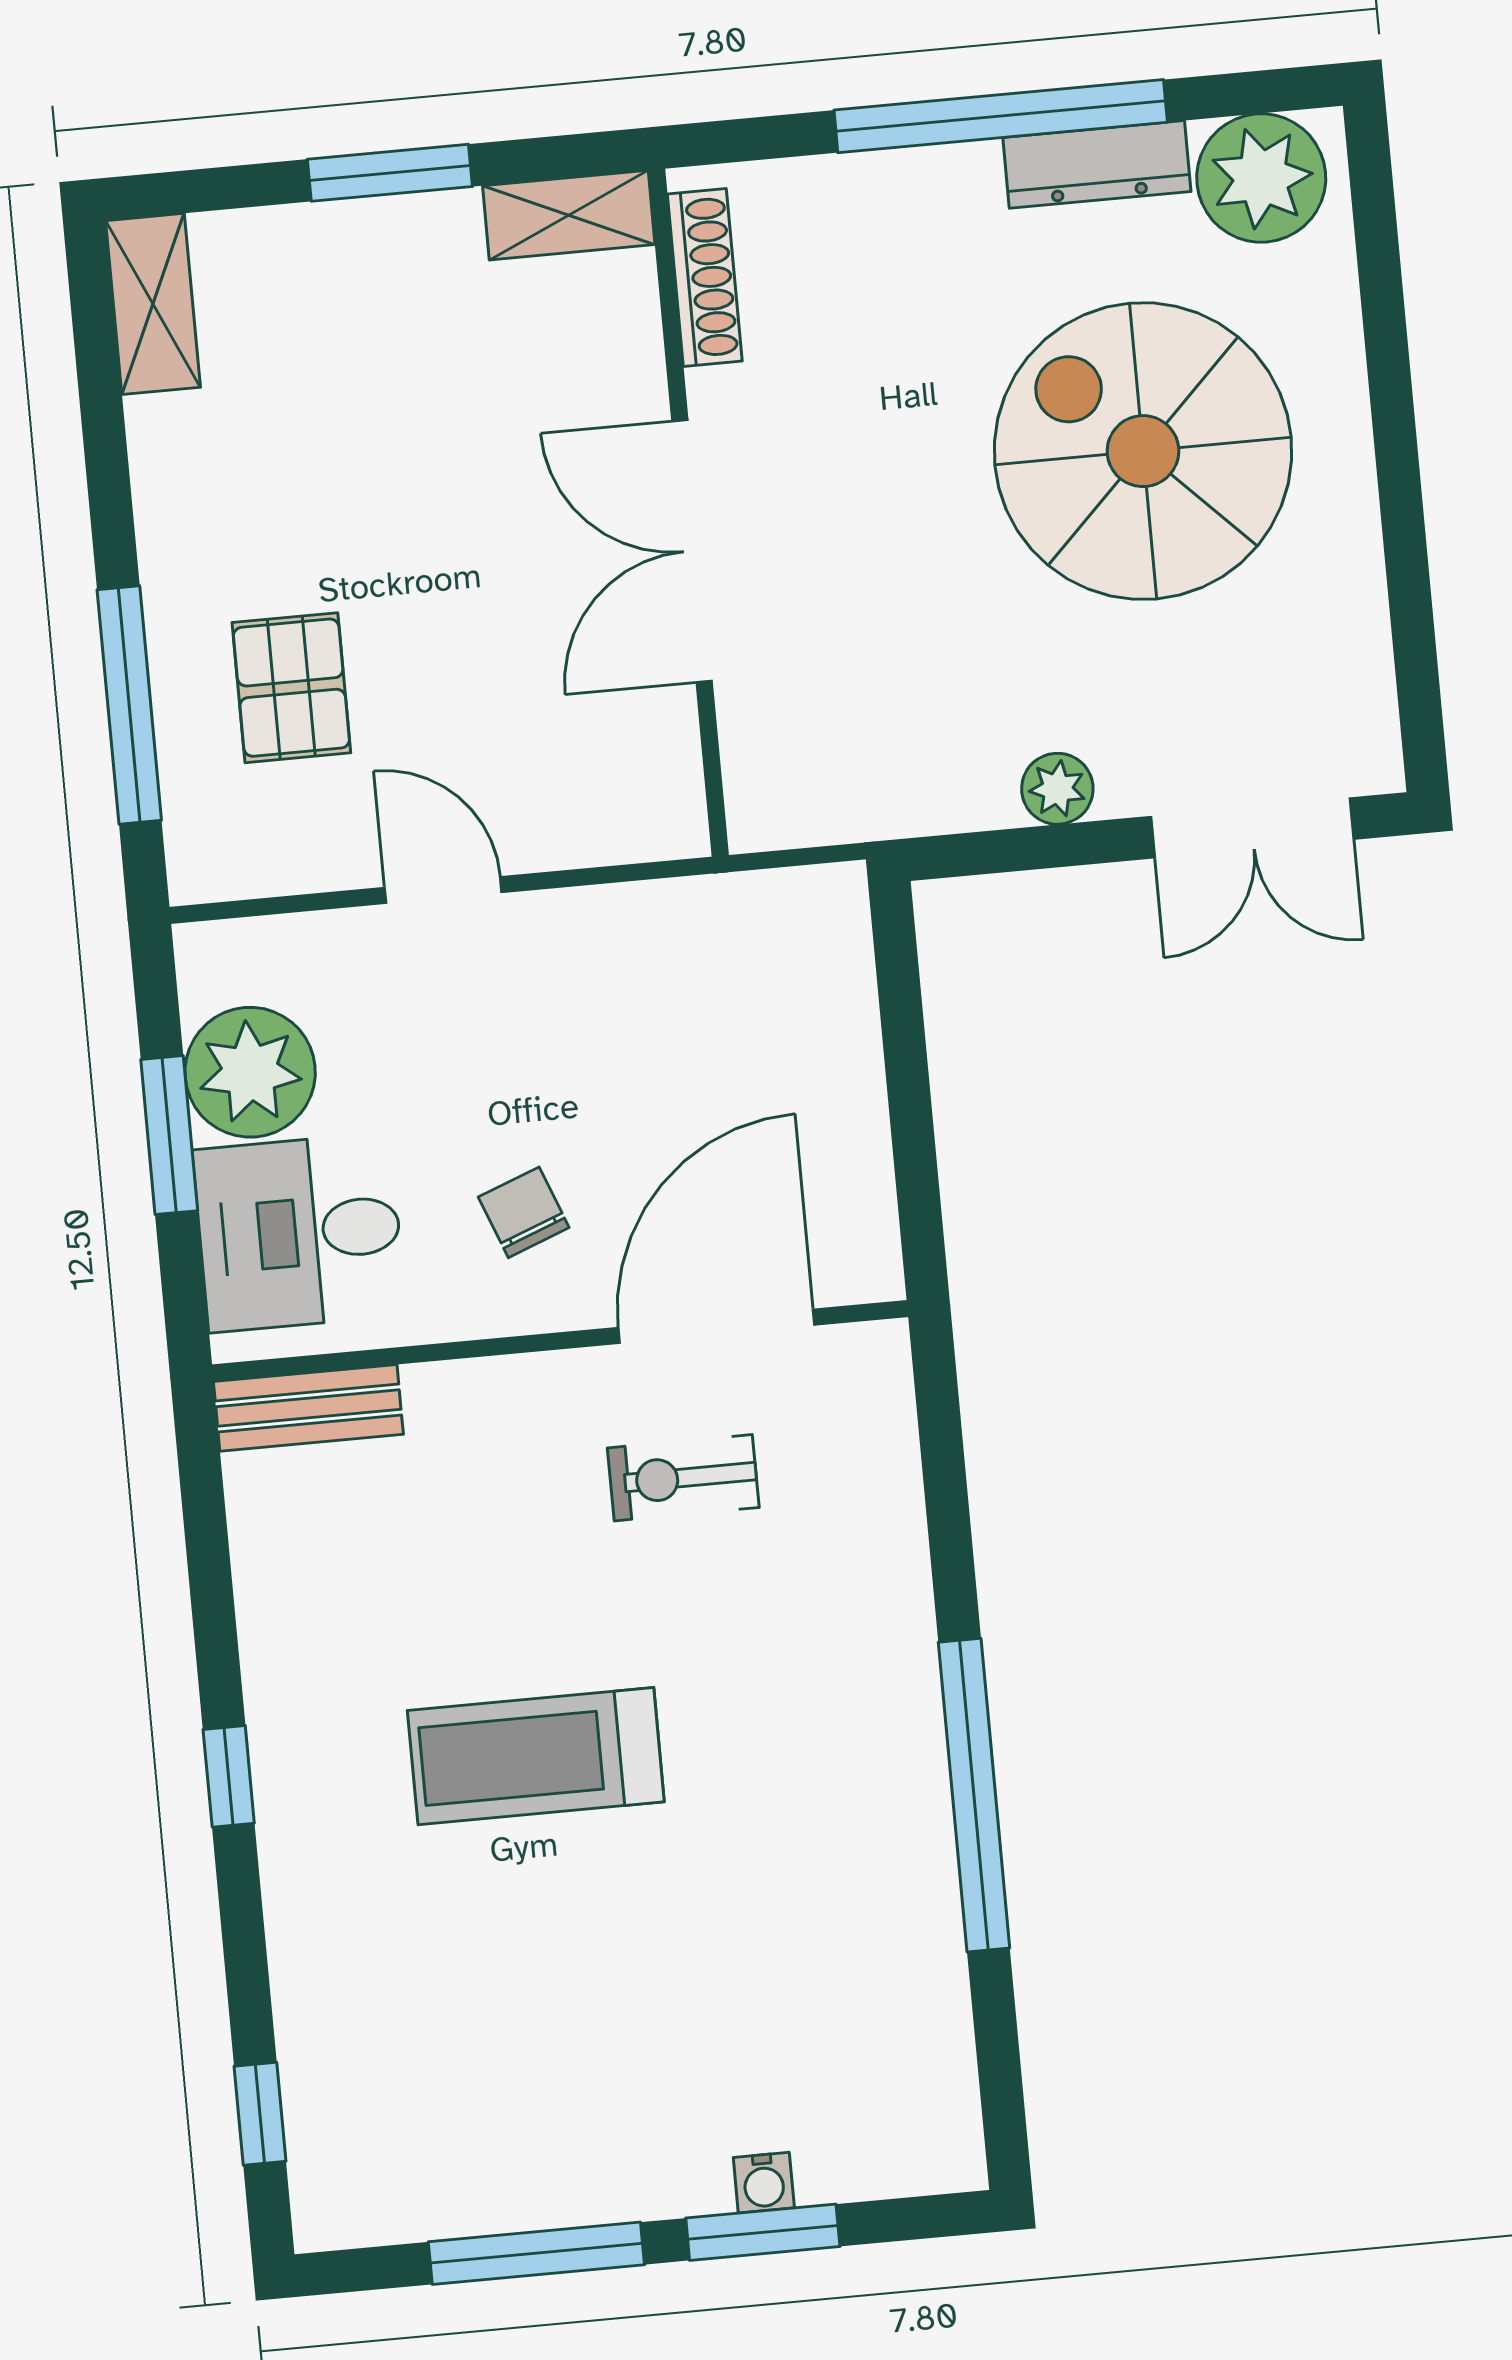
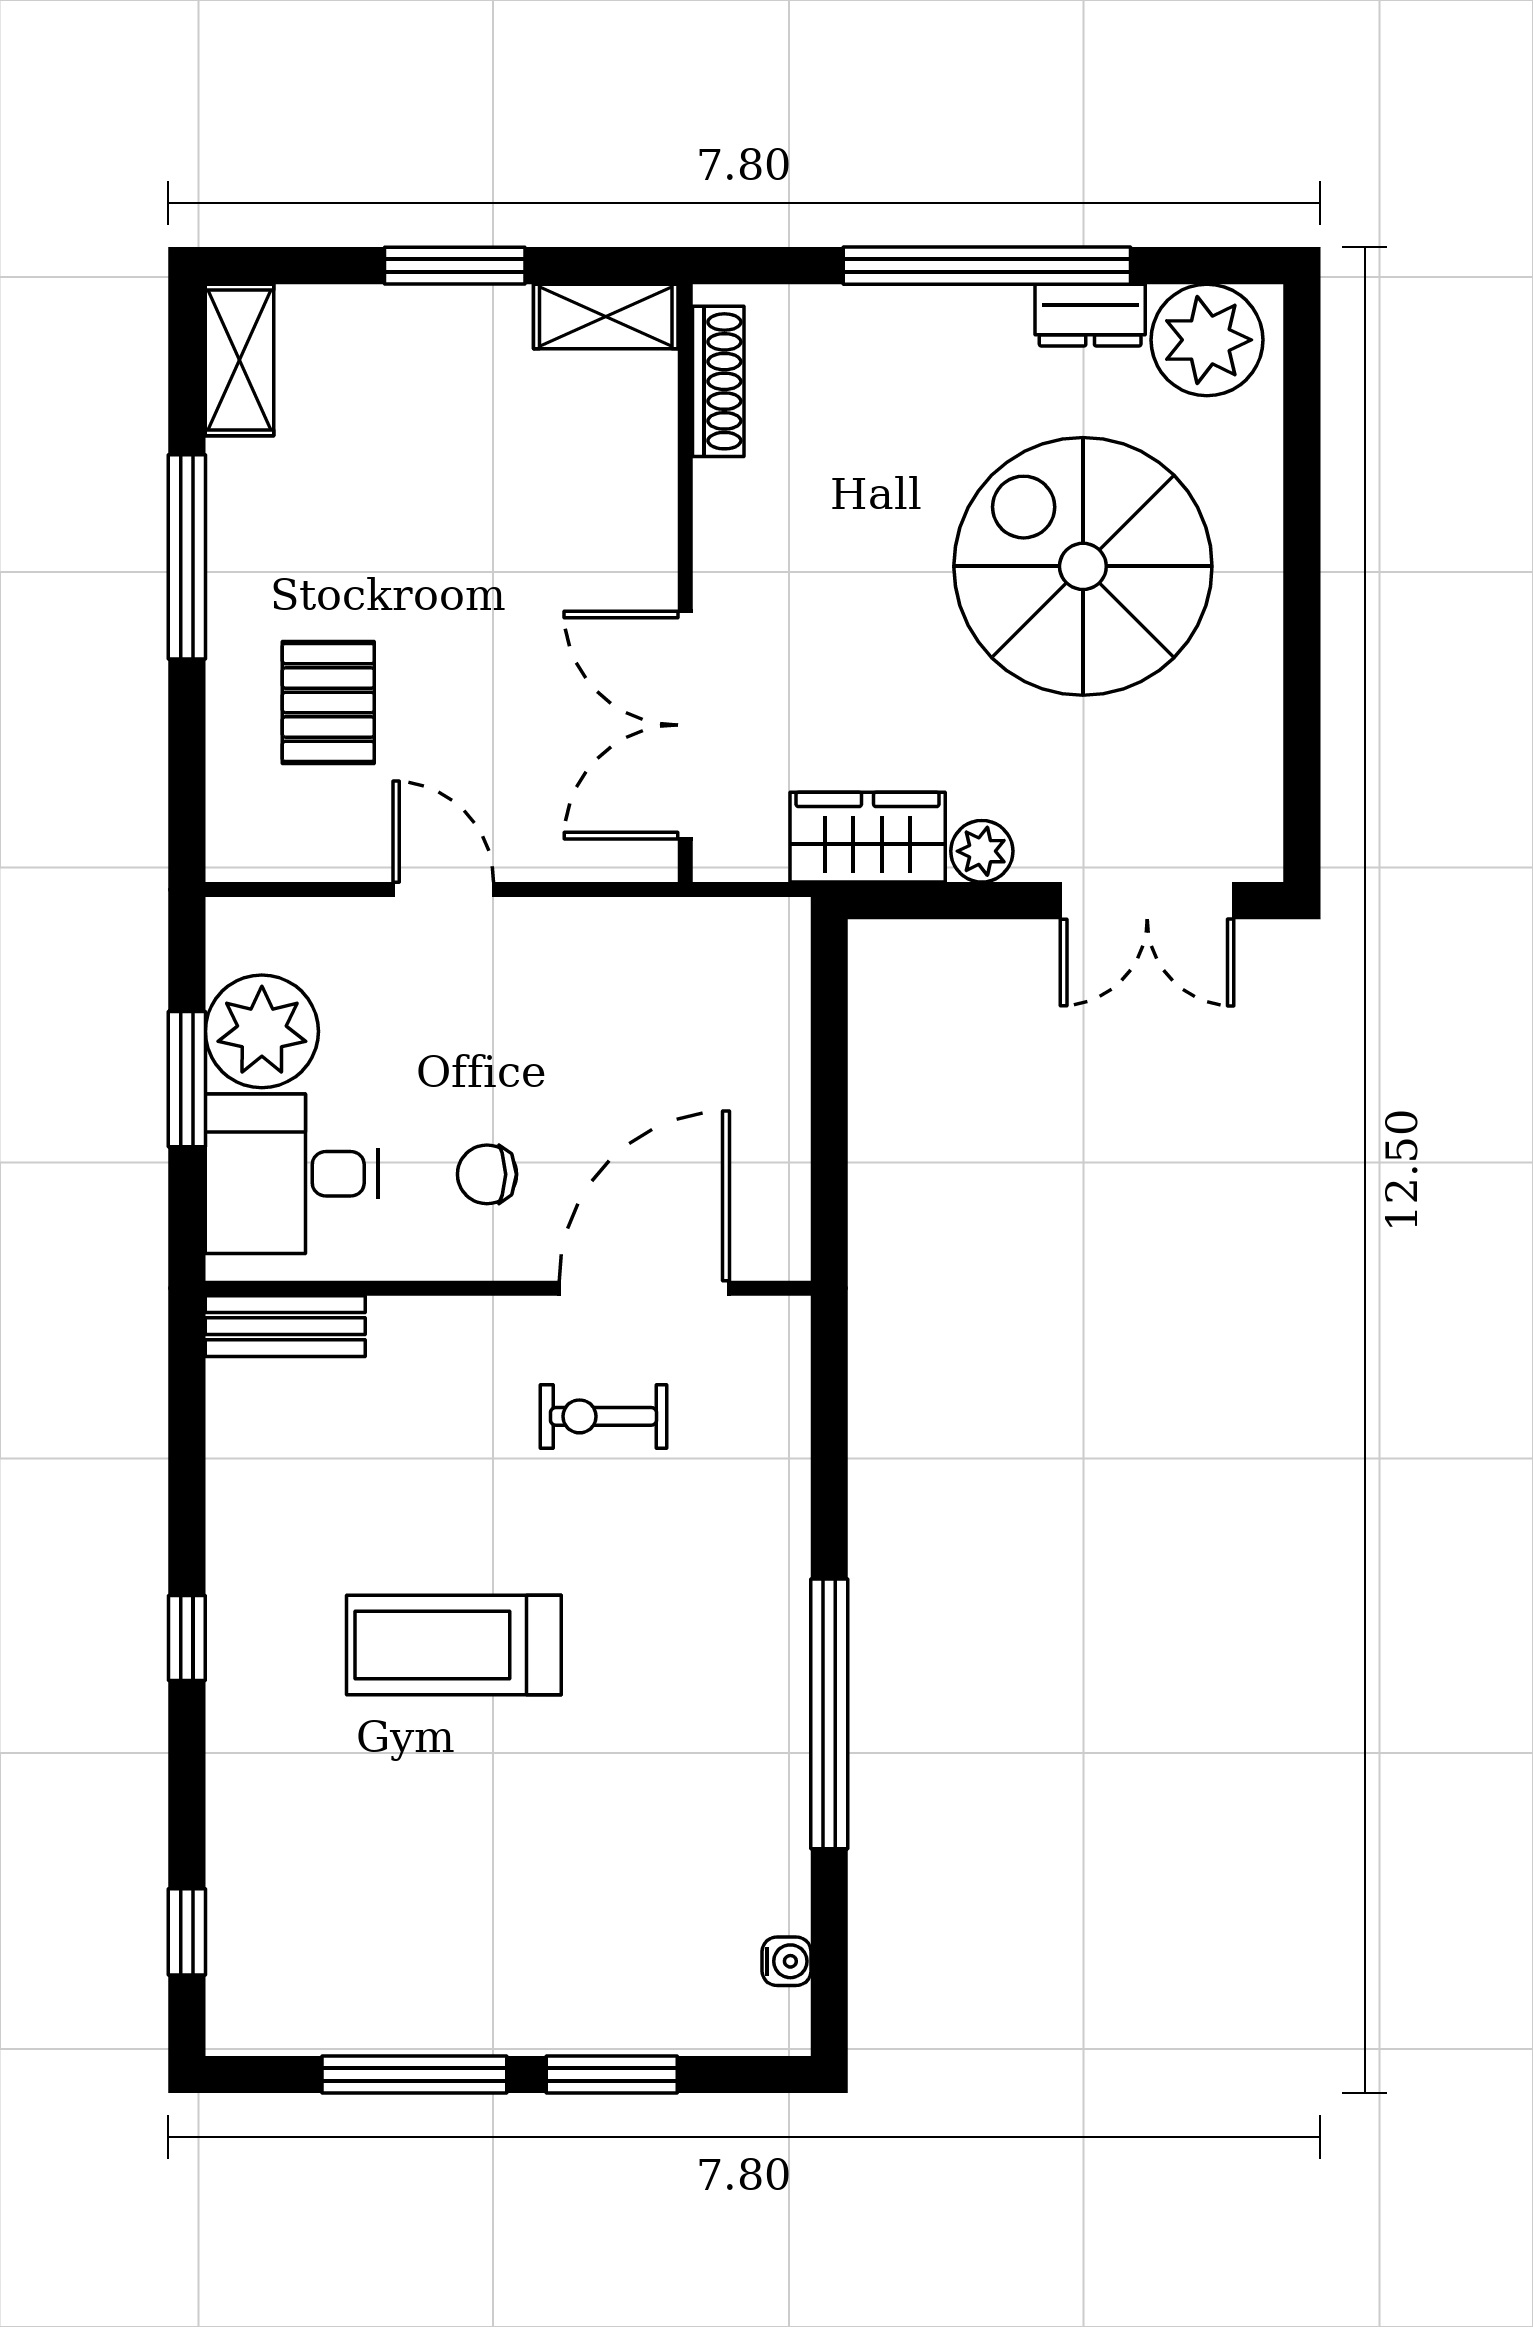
dresser: (1097, 164) -> (1090, 315), width x0.70
double door: (692, 551) -> (685, 725), moved
window: (129, 705) -> (187, 557), moved
wardrobe: (925, 785) -> (868, 837), added
chair: (524, 1212) -> (487, 1174), turned -69
water cooler: (764, 2183) -> (787, 1961), moved, turned -90

